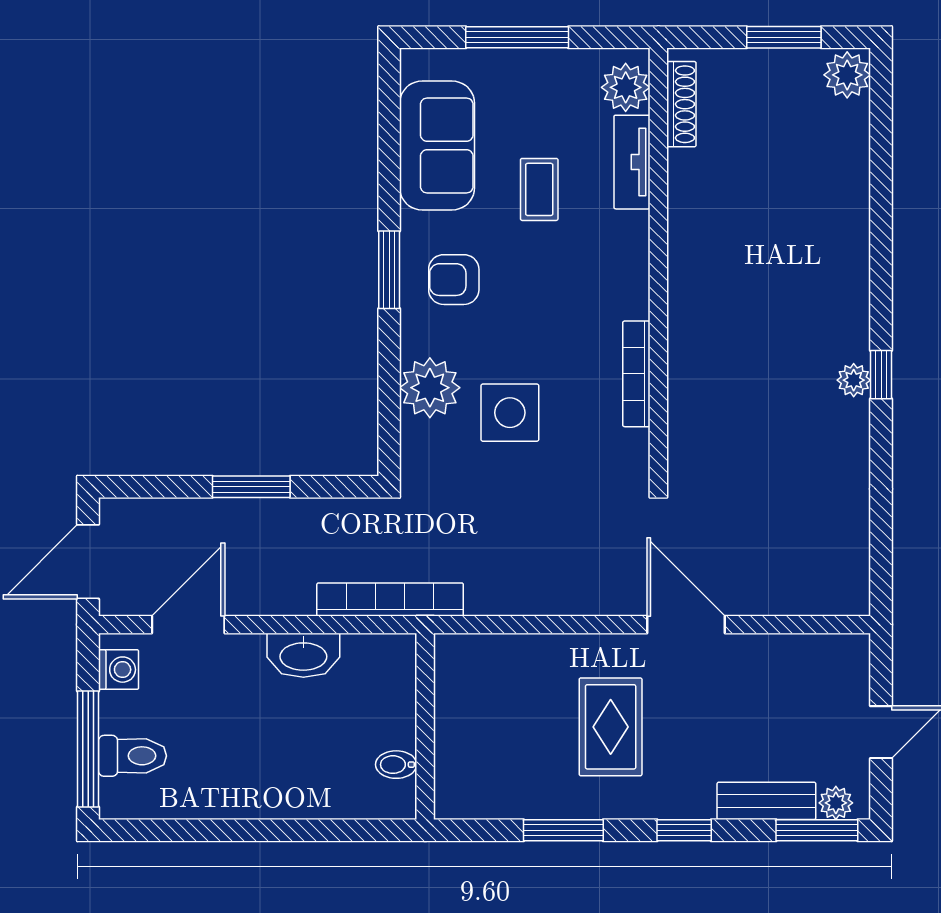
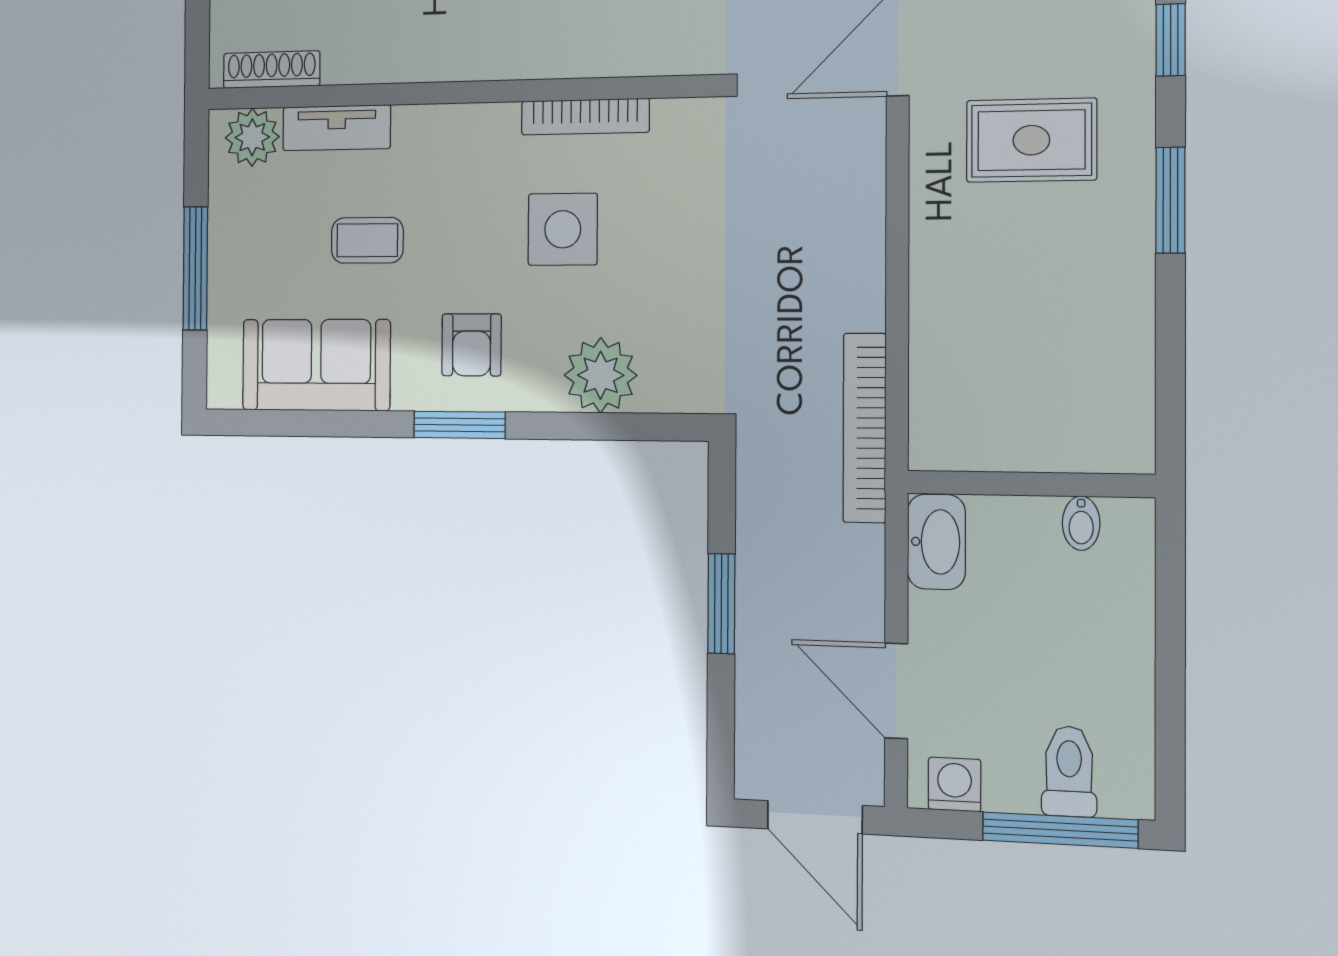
side table: (510, 413) -> (563, 229), moved
wall: (425, 726) -> (1030, 484), moved
bidet: (396, 765) -> (1081, 523), moved

